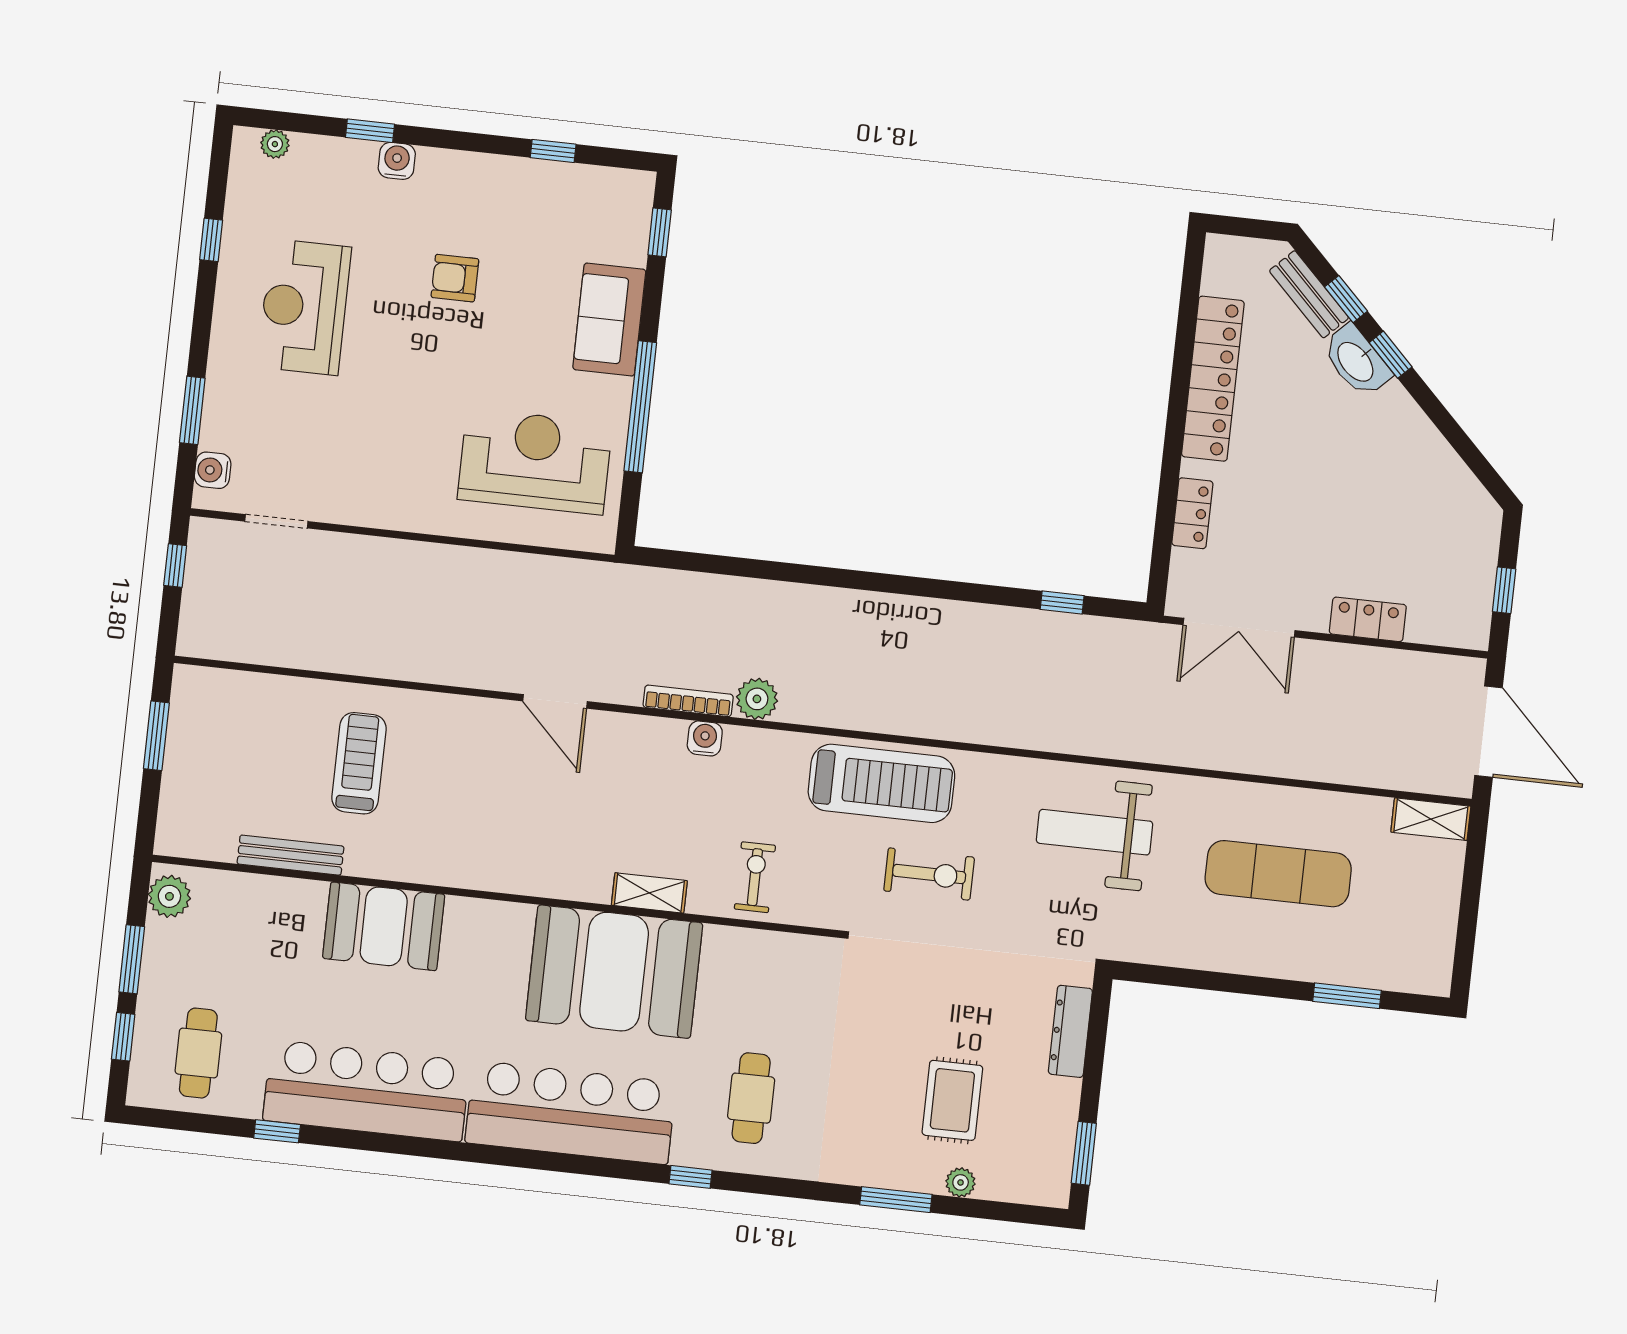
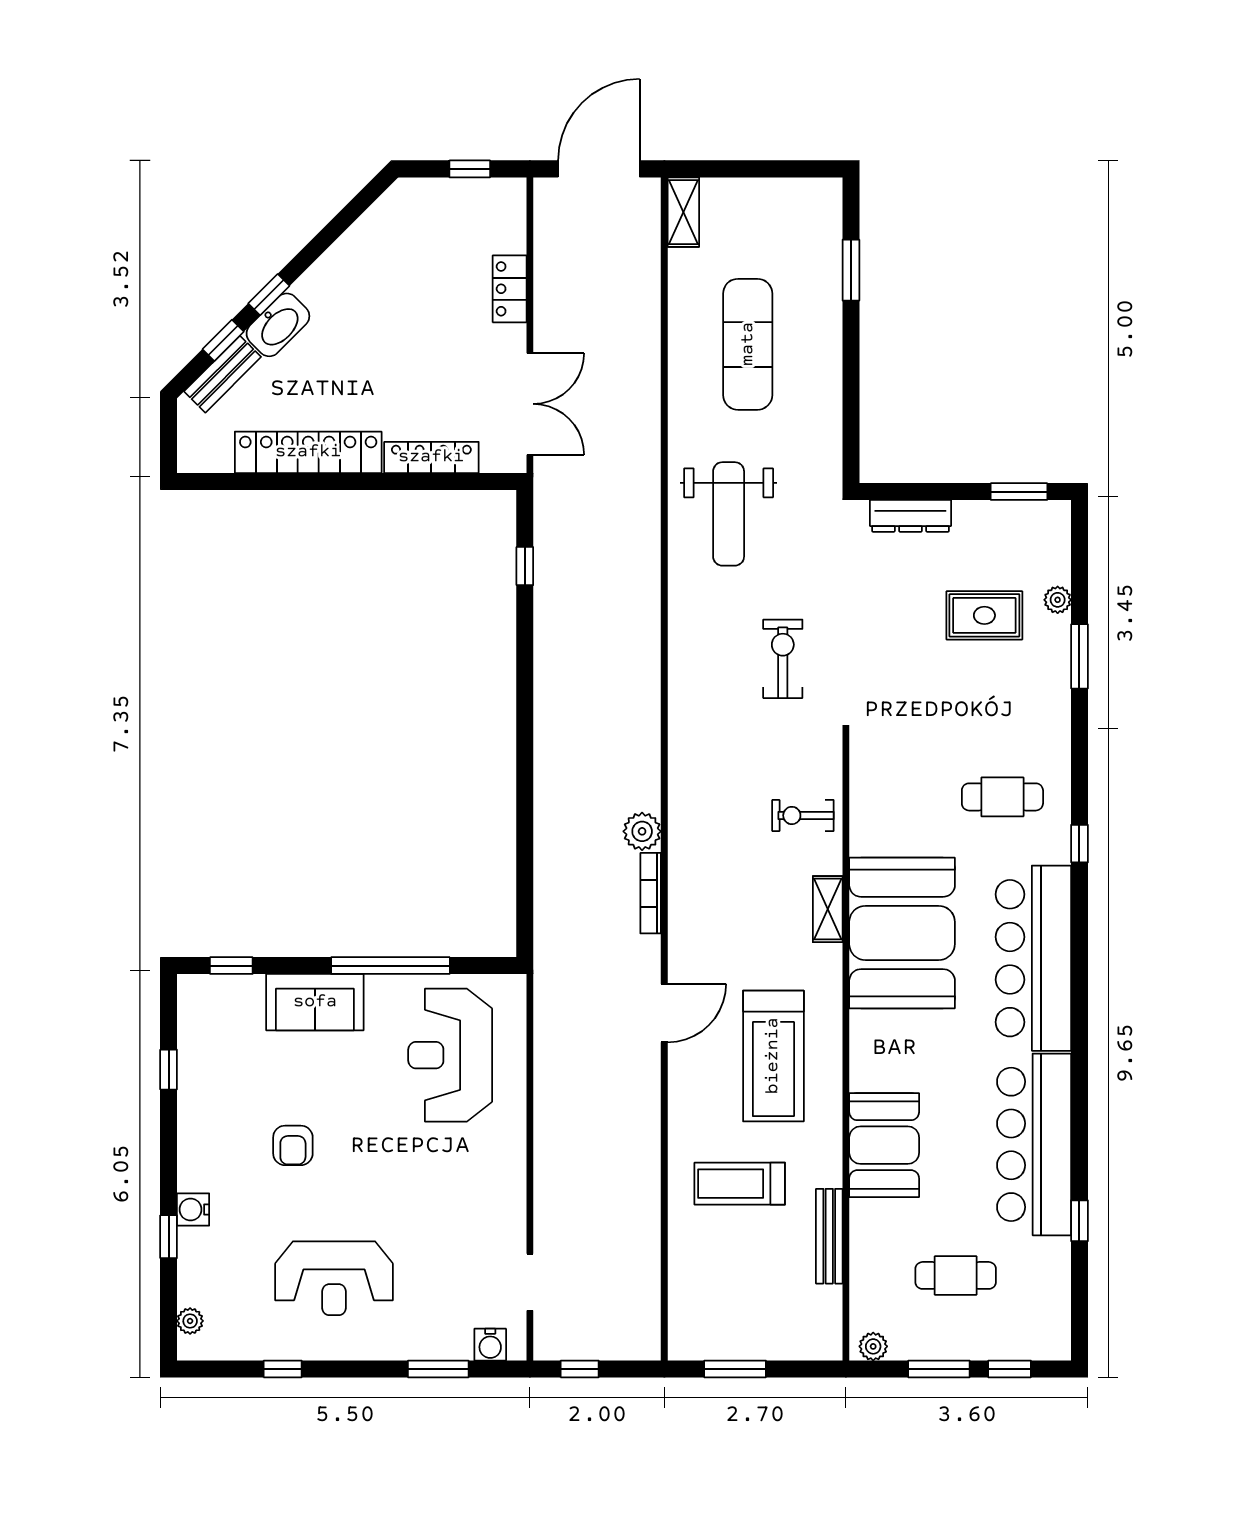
locker: (1192, 513) -> (431, 457), width x1.53
water cooler: (705, 738) -> (683, 875), removed
treadmill: (881, 783) -> (773, 1056), moved, turned 180
plant: (169, 896) -> (873, 1346), width x0.73, depth x0.73
cafe table: (198, 1053) -> (956, 1275), moved

